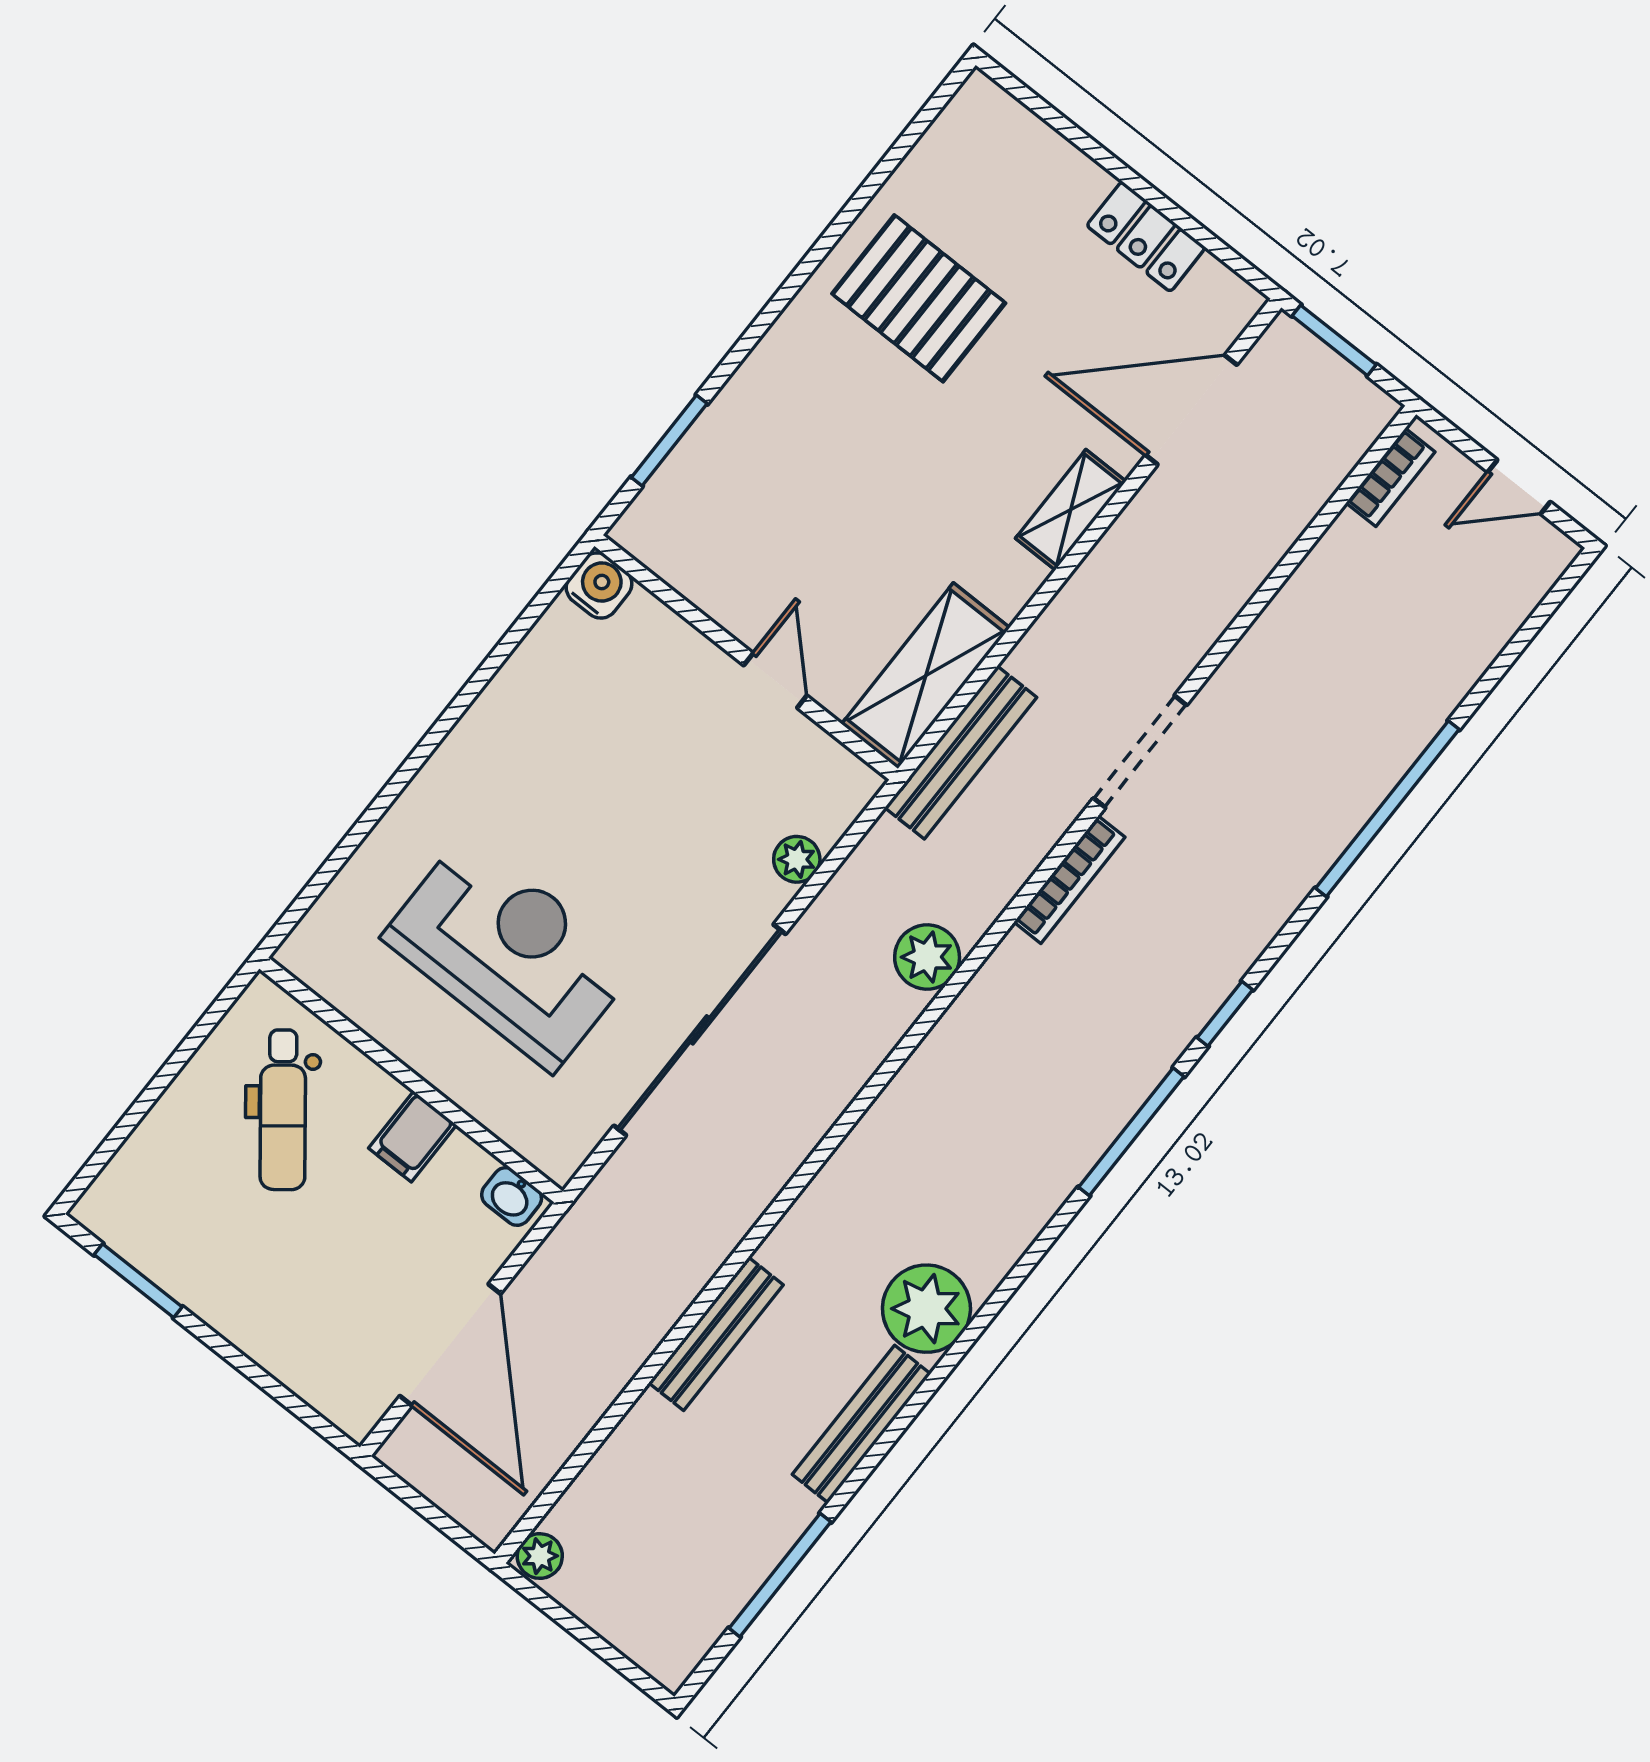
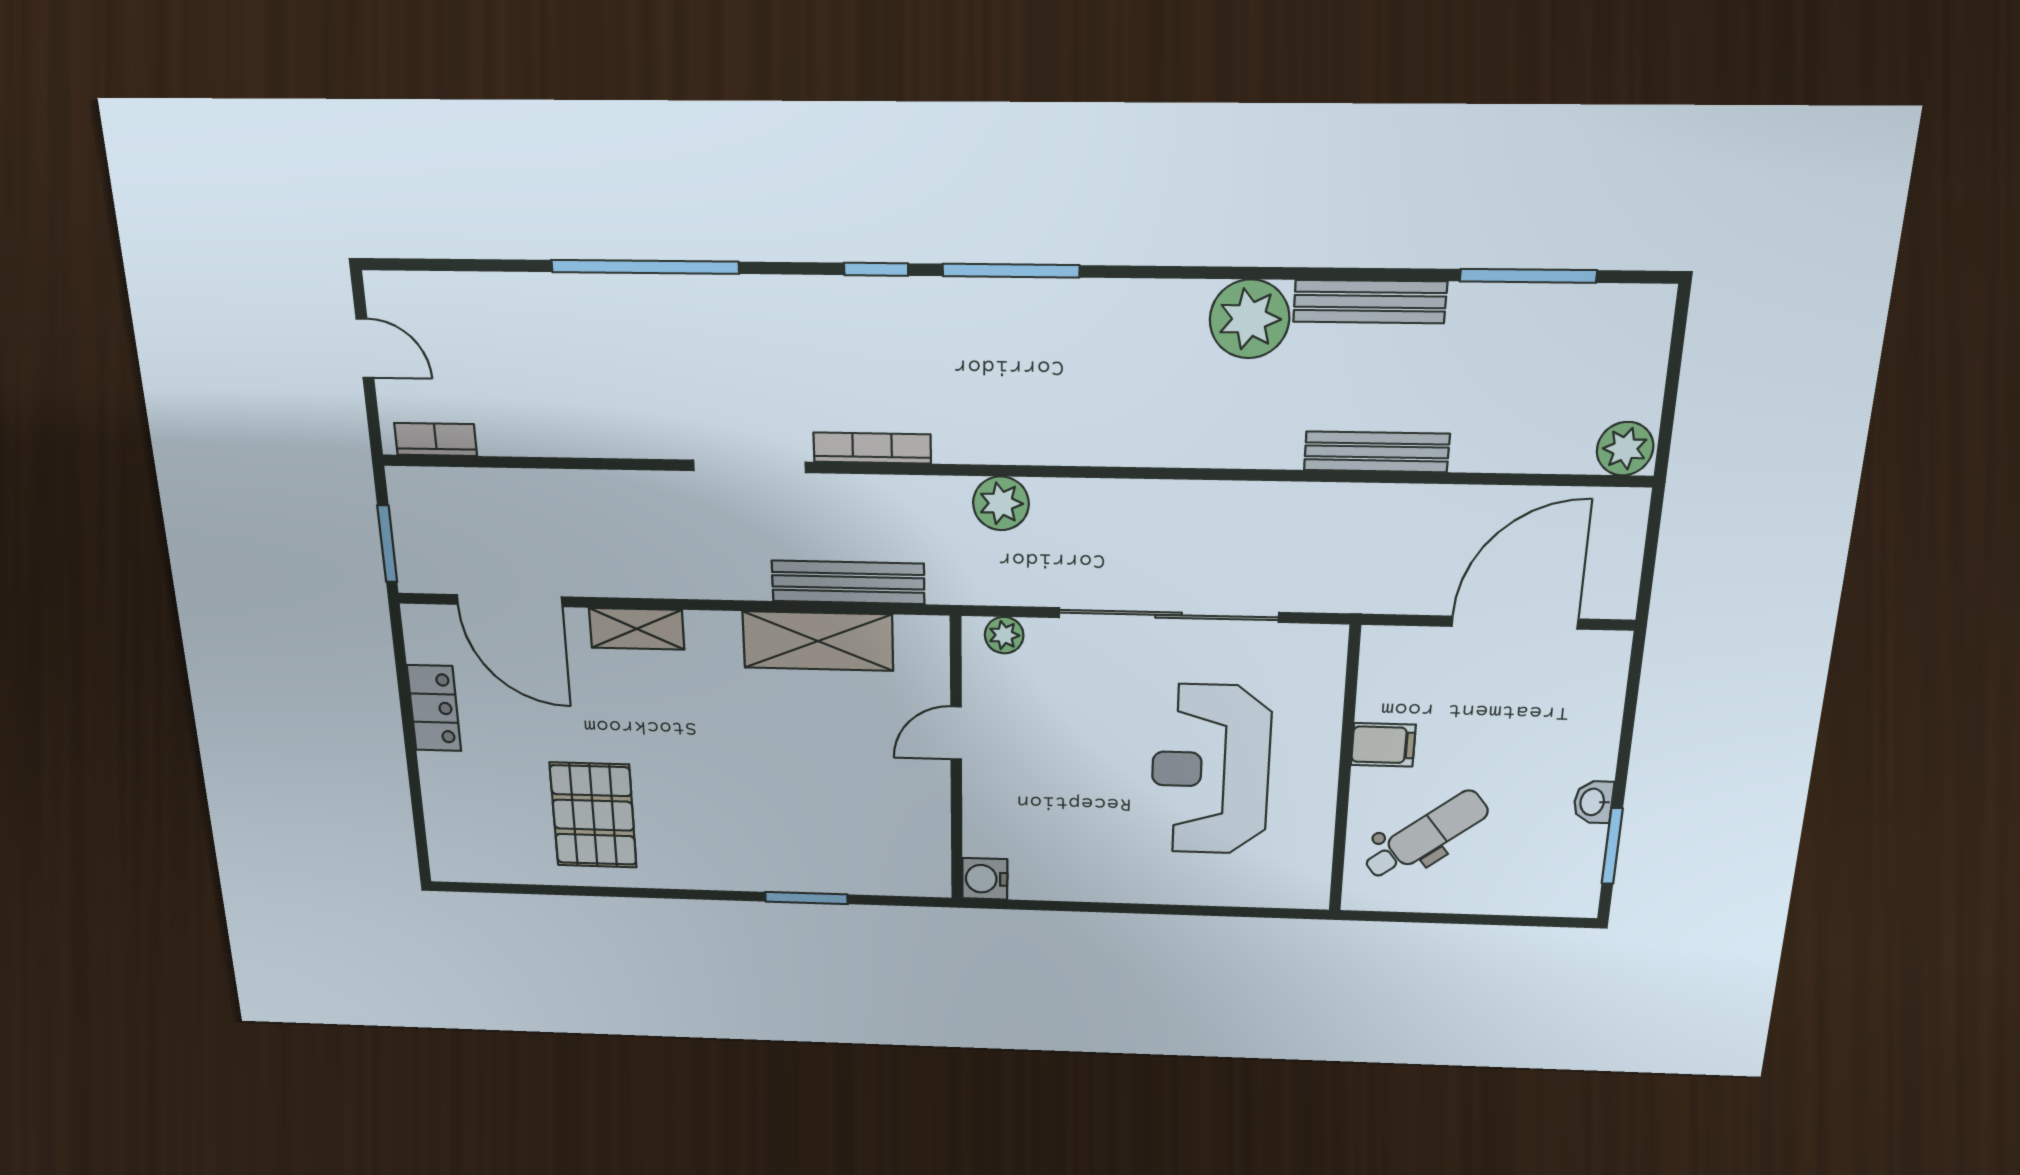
water cooler: (599, 586) -> (985, 879), moved
wall: (746, 657) -> (956, 761), moved
door: (775, 680) -> (956, 733), moved
washbasin: (512, 1196) -> (1593, 802), moved, turned 180
plant: (540, 1556) -> (1625, 449), width x1.38, depth x1.38

